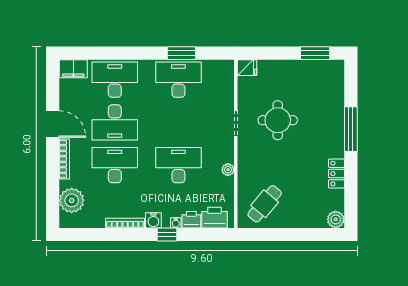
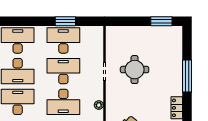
fridge: (247, 68) -> (112, 32), removed
desk: (178, 122) -> (63, 71), added
desk: (178, 165) -> (63, 102), turned 180

